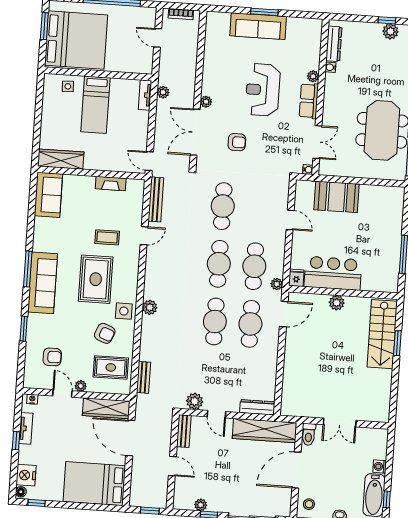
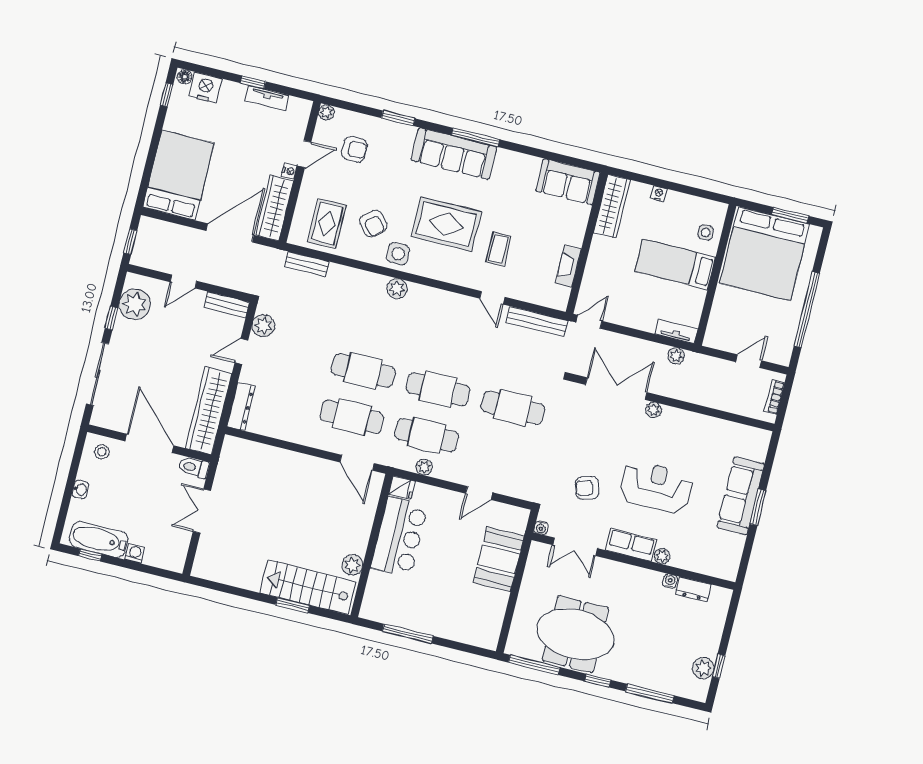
dresser: (334, 44) -> (693, 589), width x0.70
nightstand: (45, 126) -> (659, 194), added
armchair: (237, 142) -> (587, 488), moved, turned 72
plant: (277, 284) -> (424, 467), moved
plant: (337, 303) -> (352, 565), moved
armchair: (105, 333) -> (373, 223), turned -62
armchair: (52, 357) -> (354, 149), turned -90
plant: (81, 386) -> (326, 112), moved
nightstand: (32, 399) -> (289, 171), moved
plant: (201, 505) -> (135, 304), width x1.88, depth x1.88

